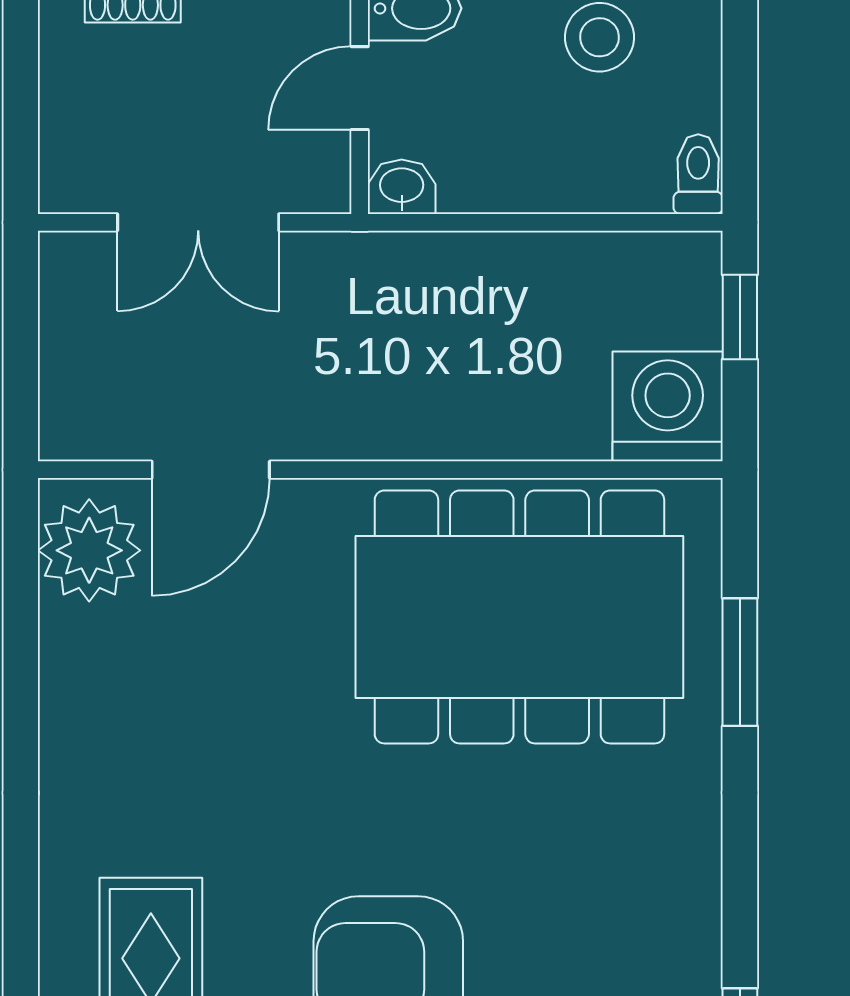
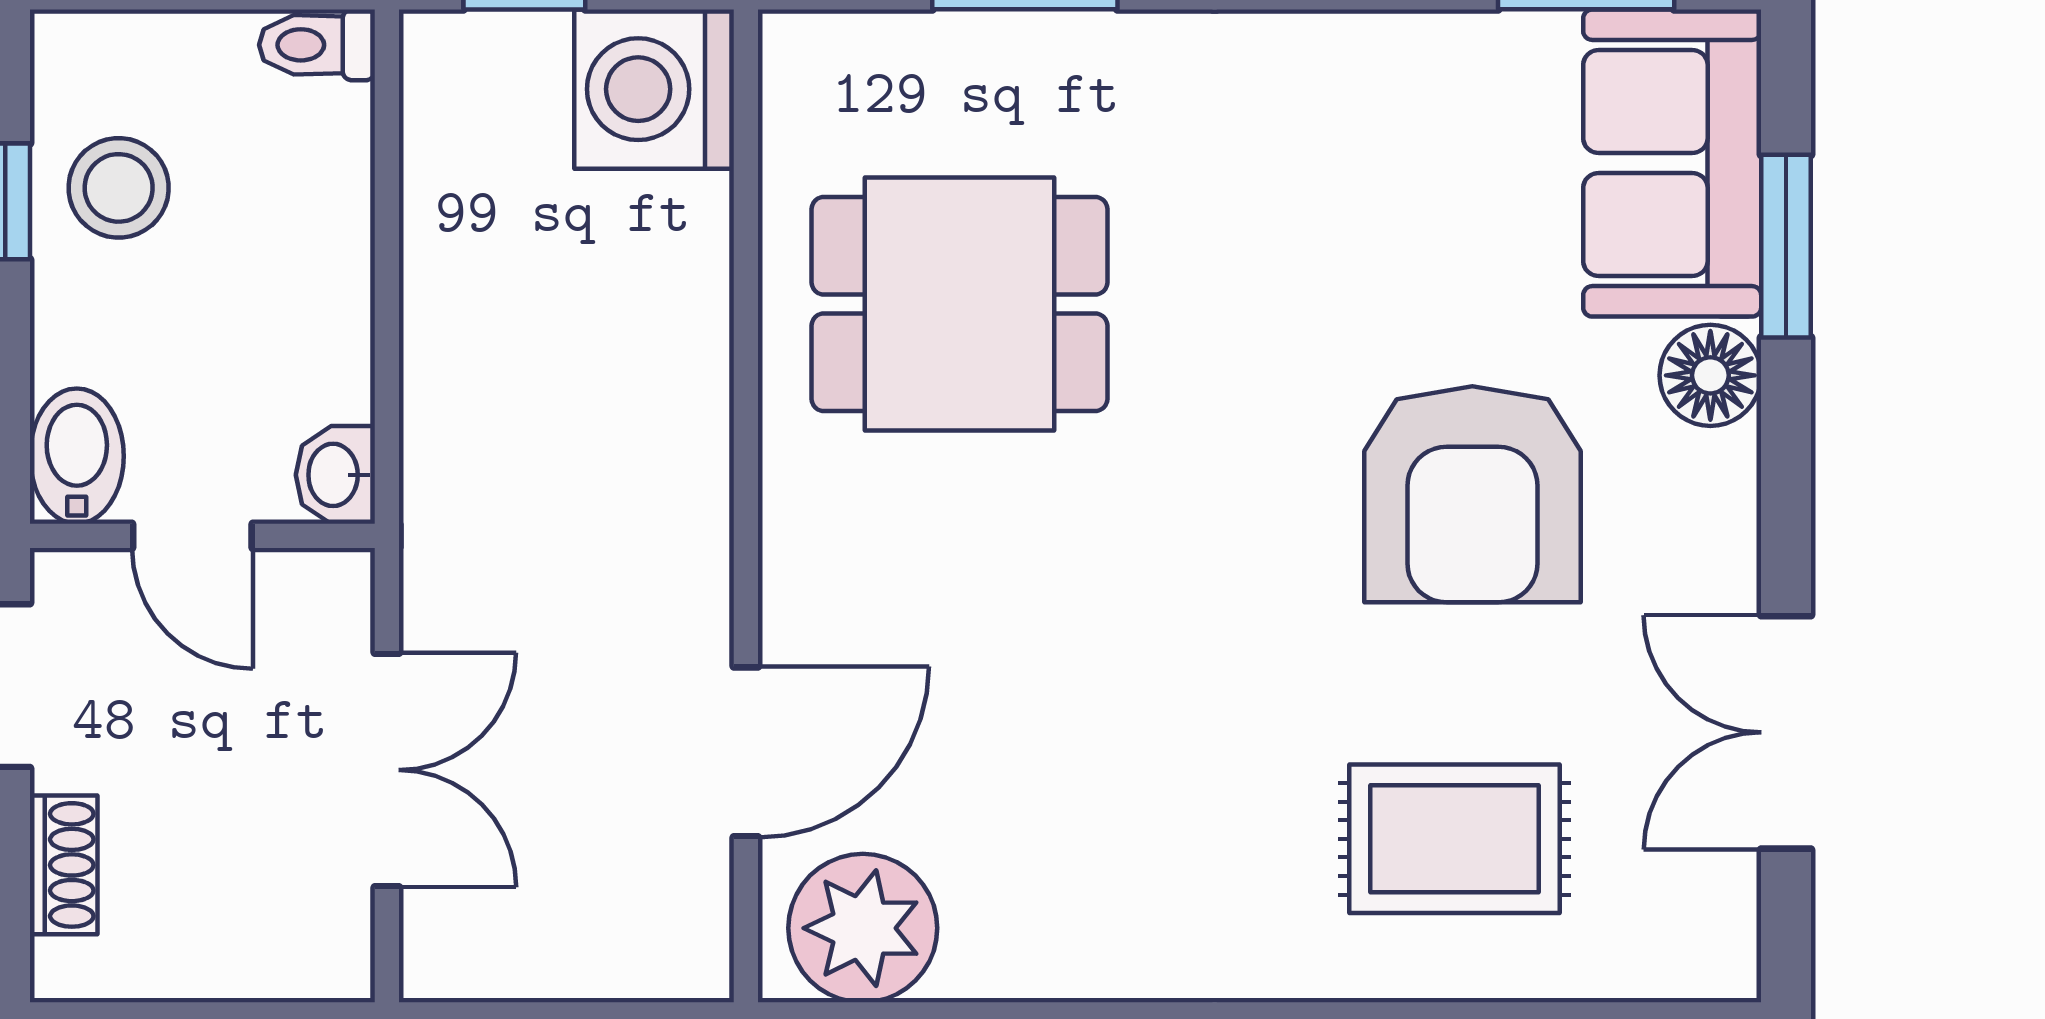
door: (211, 470) -> (746, 752), hinge flipped
dining table: (519, 617) -> (959, 304), width x0.53, depth x0.80

